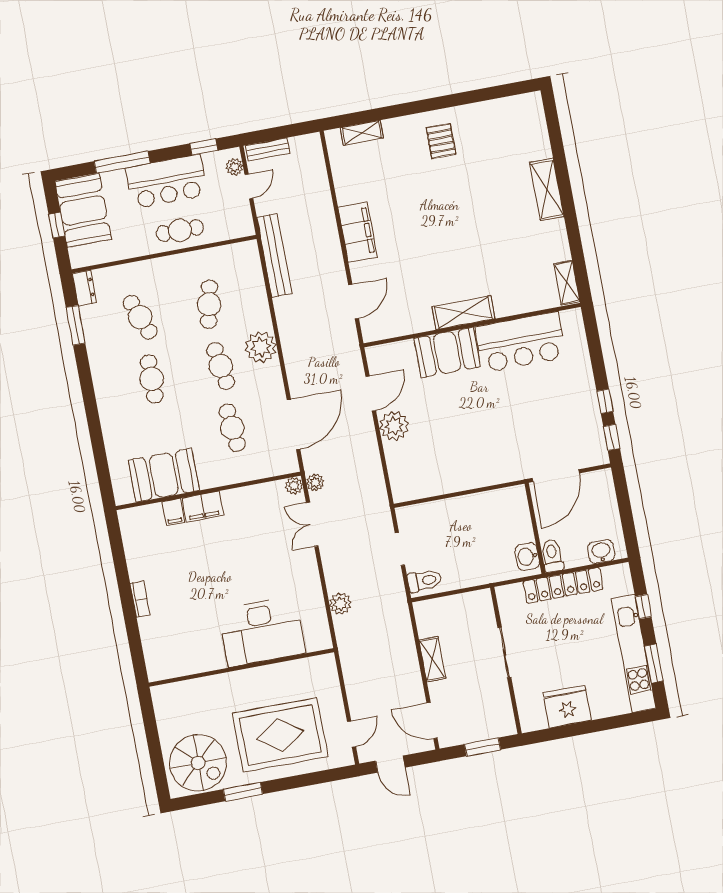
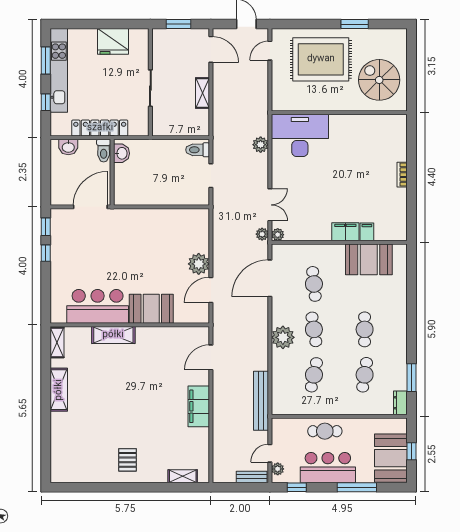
shelving: (547, 189) -> (59, 390), moved
shelving: (463, 313) -> (113, 335), moved
cafe table: (140, 317) -> (365, 375), turned 30
desk: (262, 632) -> (300, 135), moved
spiral stairs: (198, 763) -> (379, 80), moved

